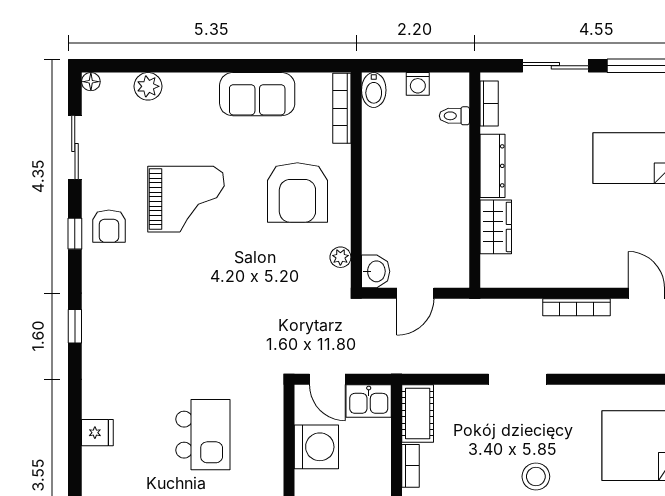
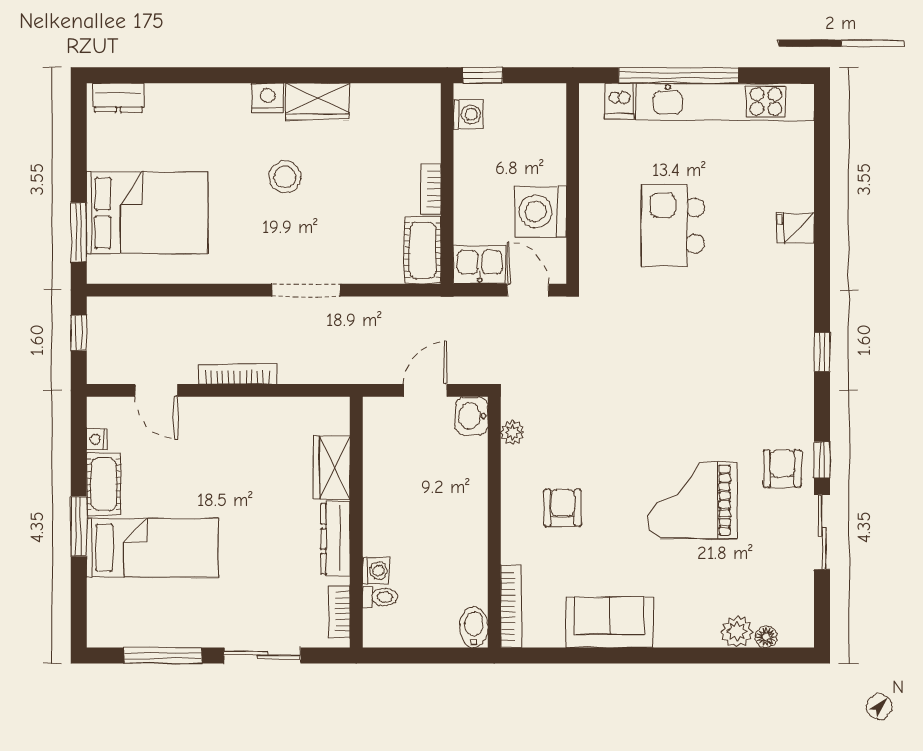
floor lamp: (91, 82) -> (766, 637), moved
washing machine: (418, 84) -> (376, 571), moved, turned 90
sliding door: (75, 147) -> (822, 532), moved
armchair: (297, 192) -> (563, 508), width x0.53, depth x0.53

